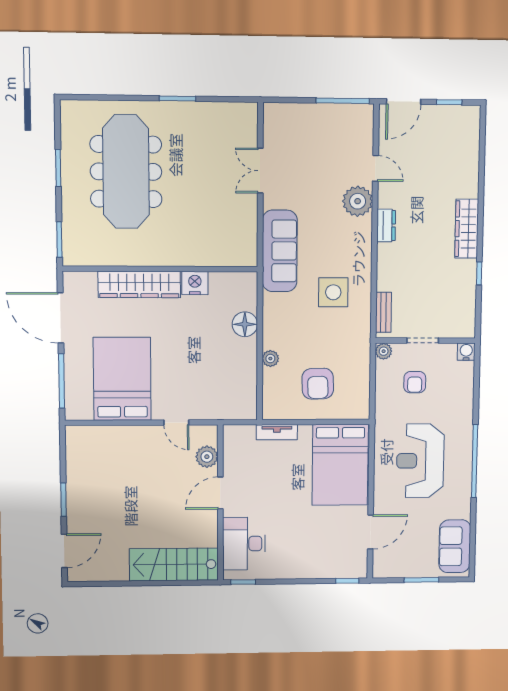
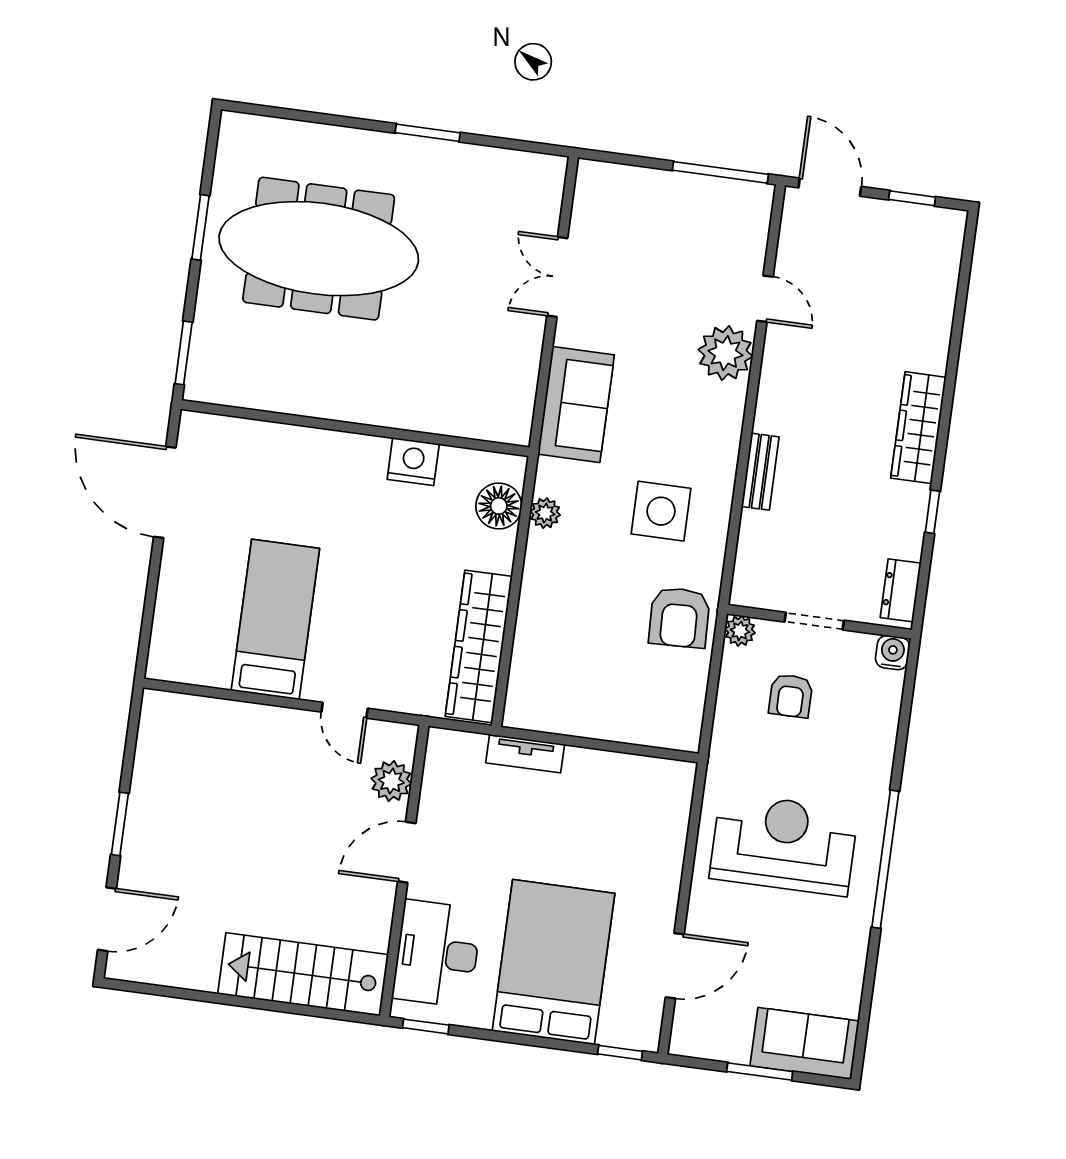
door: (404, 102) -> (830, 187), swing flipped
meeting table: (126, 172) -> (319, 249), turned 90
dresser: (386, 225) -> (901, 590), moved, turned 180
sofa: (280, 251) -> (576, 404), width x0.73
wardrobe: (139, 284) -> (479, 646), moved, turned 90
bench: (383, 312) -> (760, 472), moved
floor lamp: (245, 324) -> (499, 506), moved
plant: (270, 359) -> (545, 513), moved
bed: (122, 379) -> (275, 619), width x0.67
window: (62, 381) -> (149, 606), removed
armchair: (318, 384) -> (679, 617), moved
reception desk: (420, 461) -> (784, 844), turned 90
bed: (340, 465) -> (554, 962), moved, turned 180
sofa: (455, 546) -> (805, 1043), moved, turned 90

